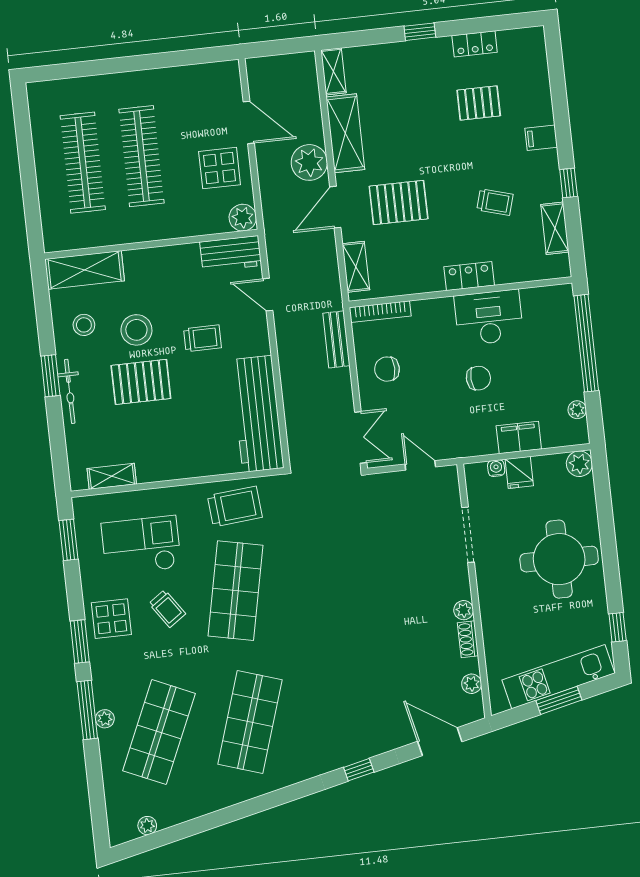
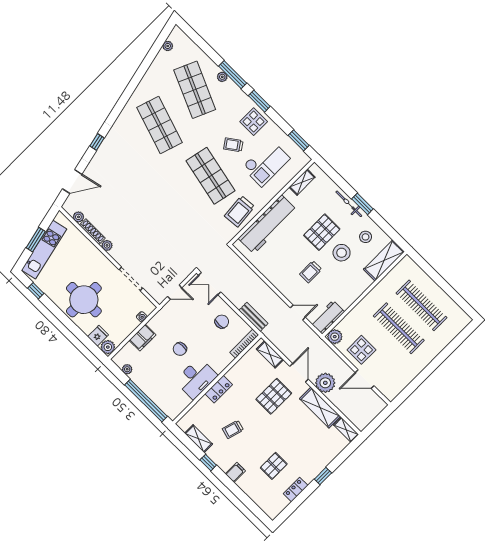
workbench: (257, 414) -> (268, 224), moved, turned 90
fridge: (519, 472) -> (98, 336), moved, turned 90
shoe rack: (468, 639) -> (92, 232), width x1.43

